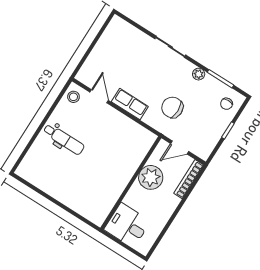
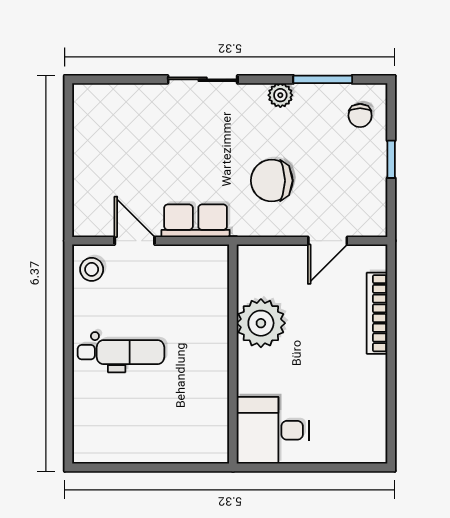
plant: (151, 177) -> (261, 323), moved
bookcase: (189, 179) -> (377, 313), moved
wall: (131, 183) -> (233, 354), moved
desk: (127, 225) -> (273, 430), moved

